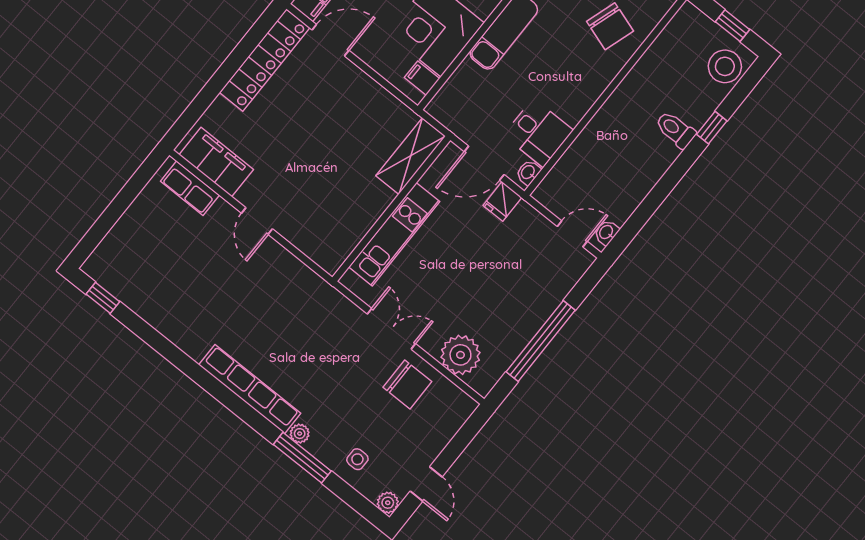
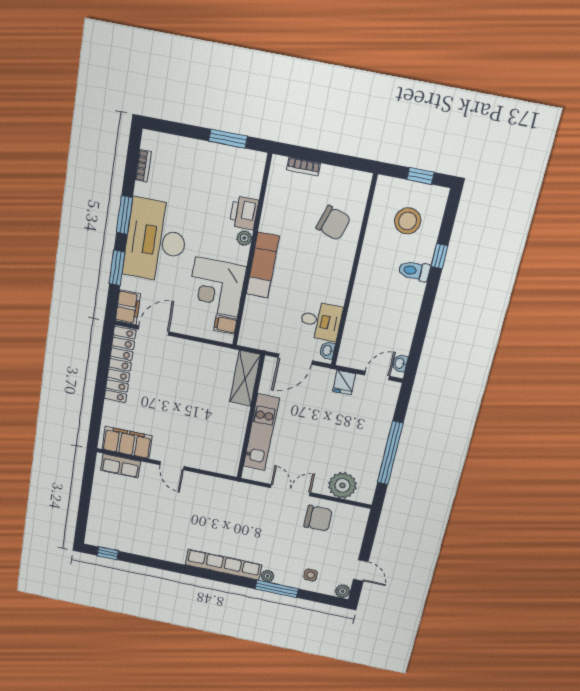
stool: (725, 66) -> (408, 221), moved
fridge: (502, 201) -> (344, 382), moved

